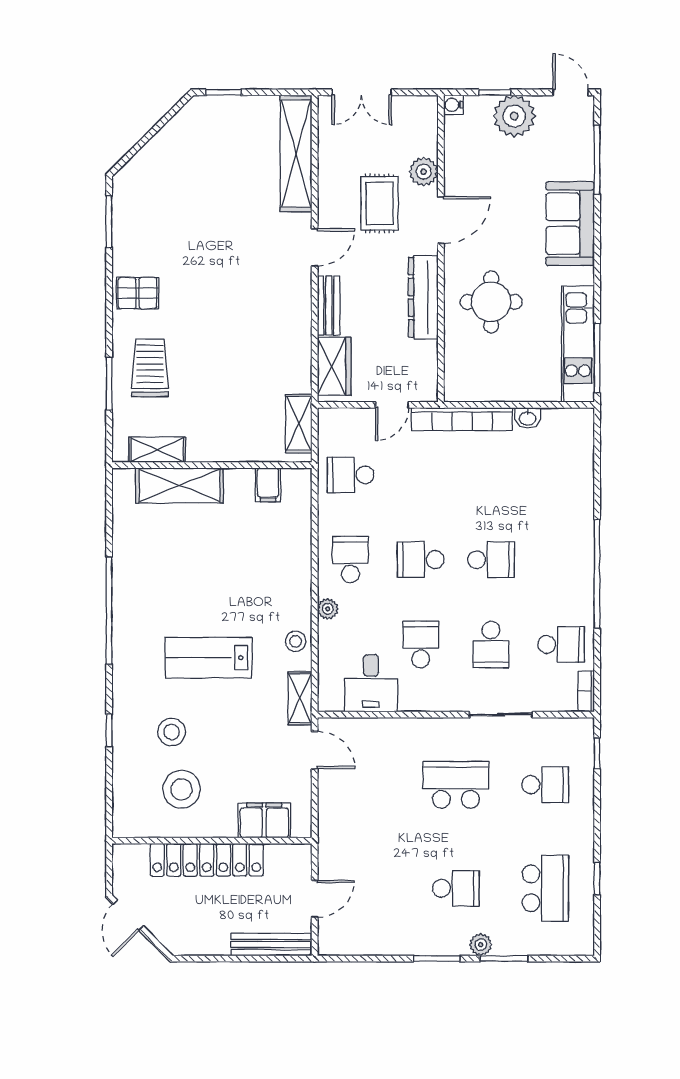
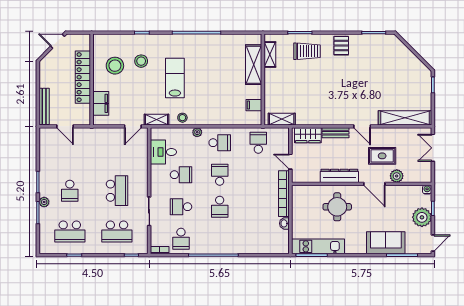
sofa: (570, 224) -> (386, 243), moved
school desk: (545, 785) -> (117, 232), width x1.85

